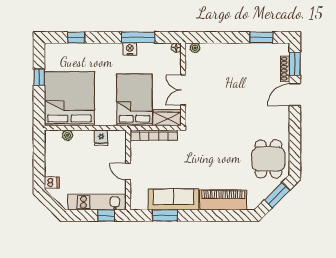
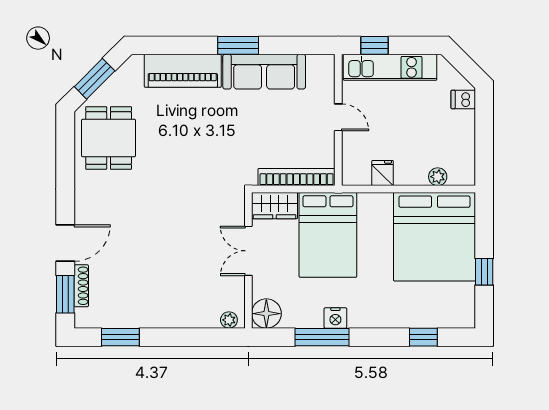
floor lamp: (176, 48) -> (266, 314), width x1.89, depth x1.89
double door: (183, 90) -> (248, 251), swing flipped
window: (165, 216) -> (238, 45), moved

